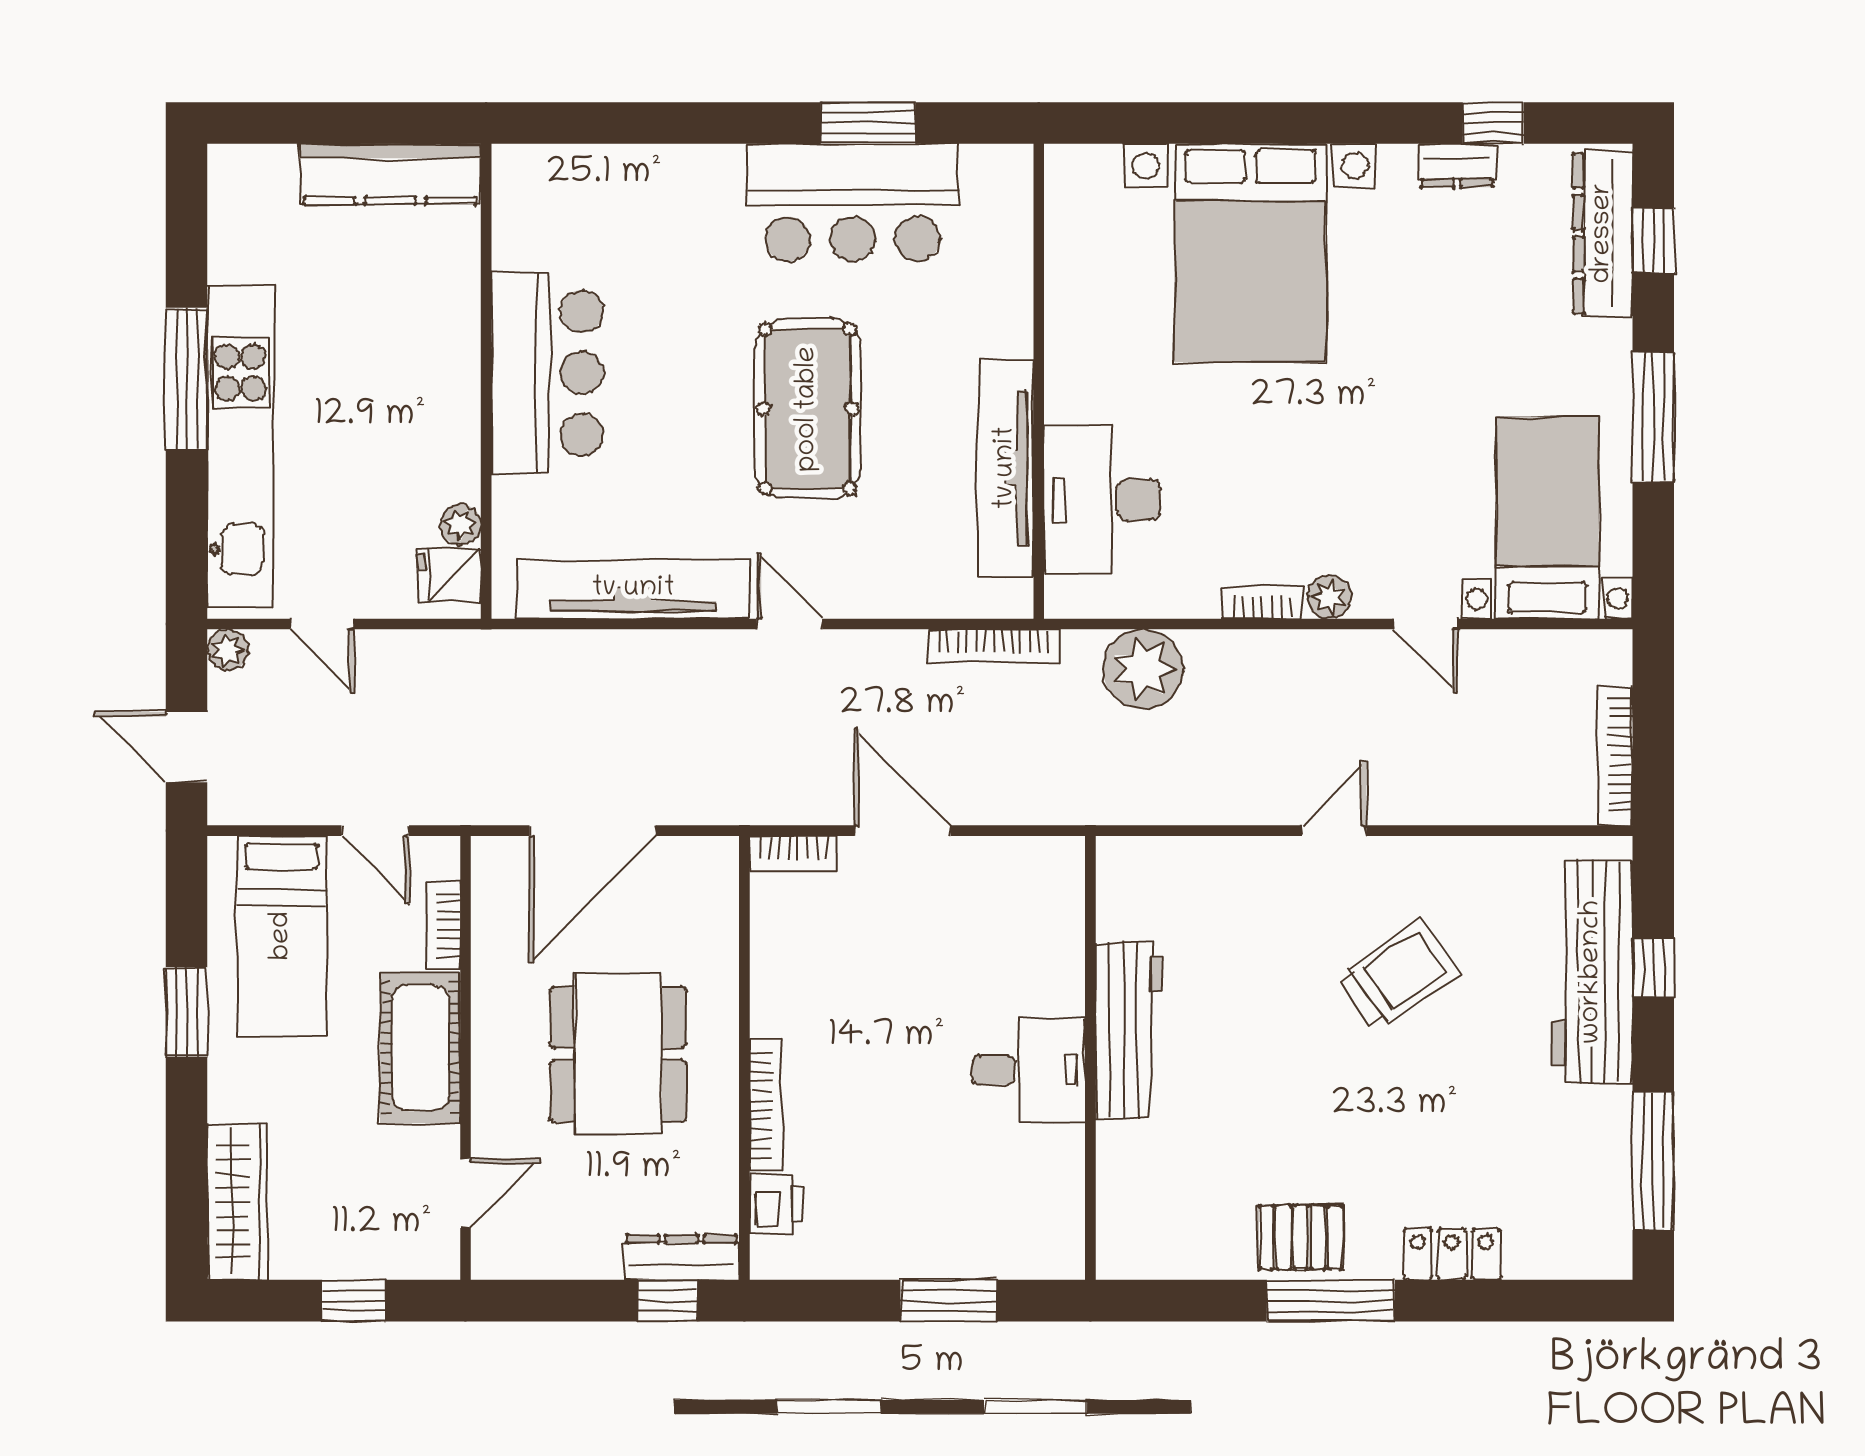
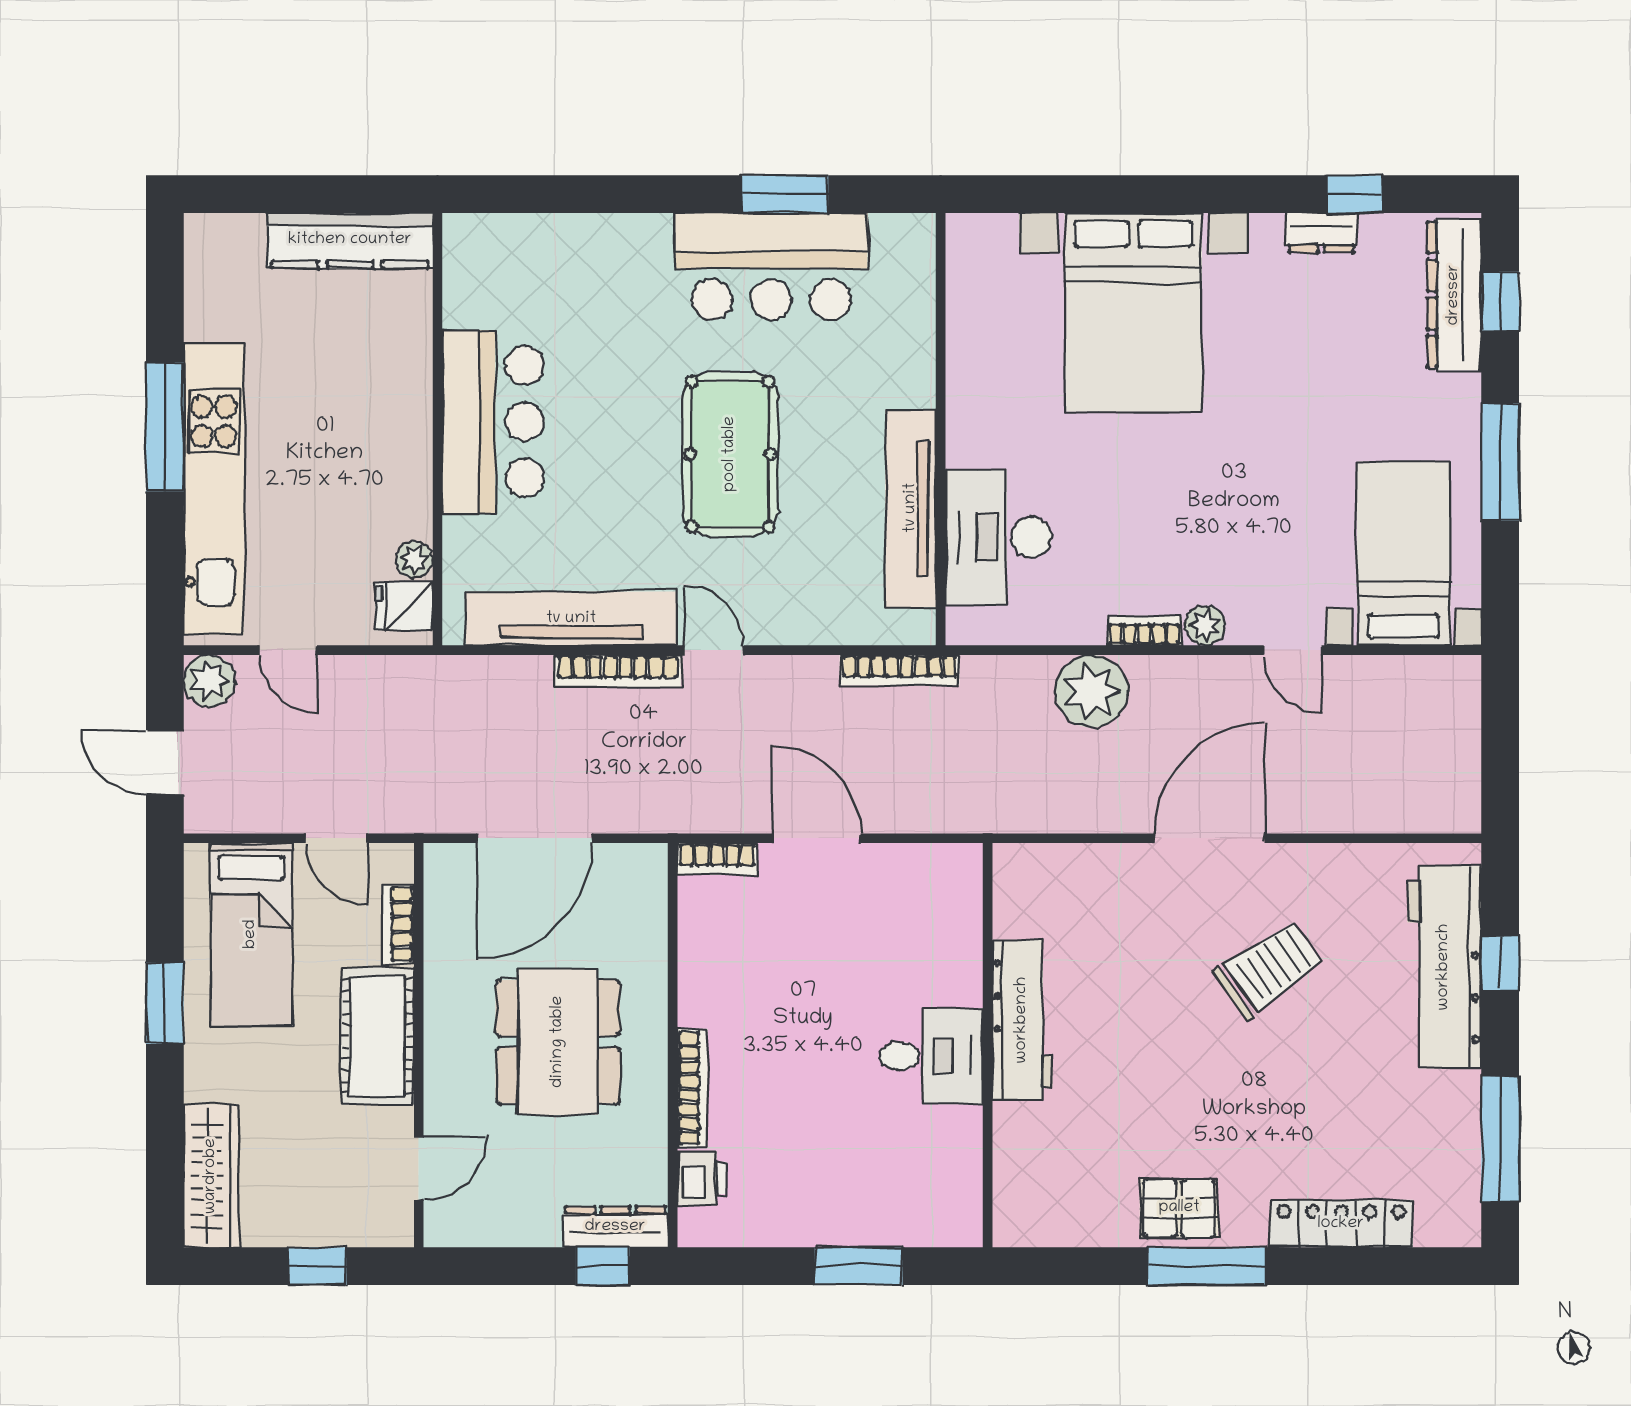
plant: (228, 650) -> (209, 681), width x1.38, depth x1.38
plant: (1143, 669) -> (1092, 691), moved
bookcase: (1615, 755) -> (618, 671), moved, turned -90
door: (1334, 831) -> (1210, 838), width x1.87
locker: (1452, 1254) -> (1341, 1224), width x1.53

